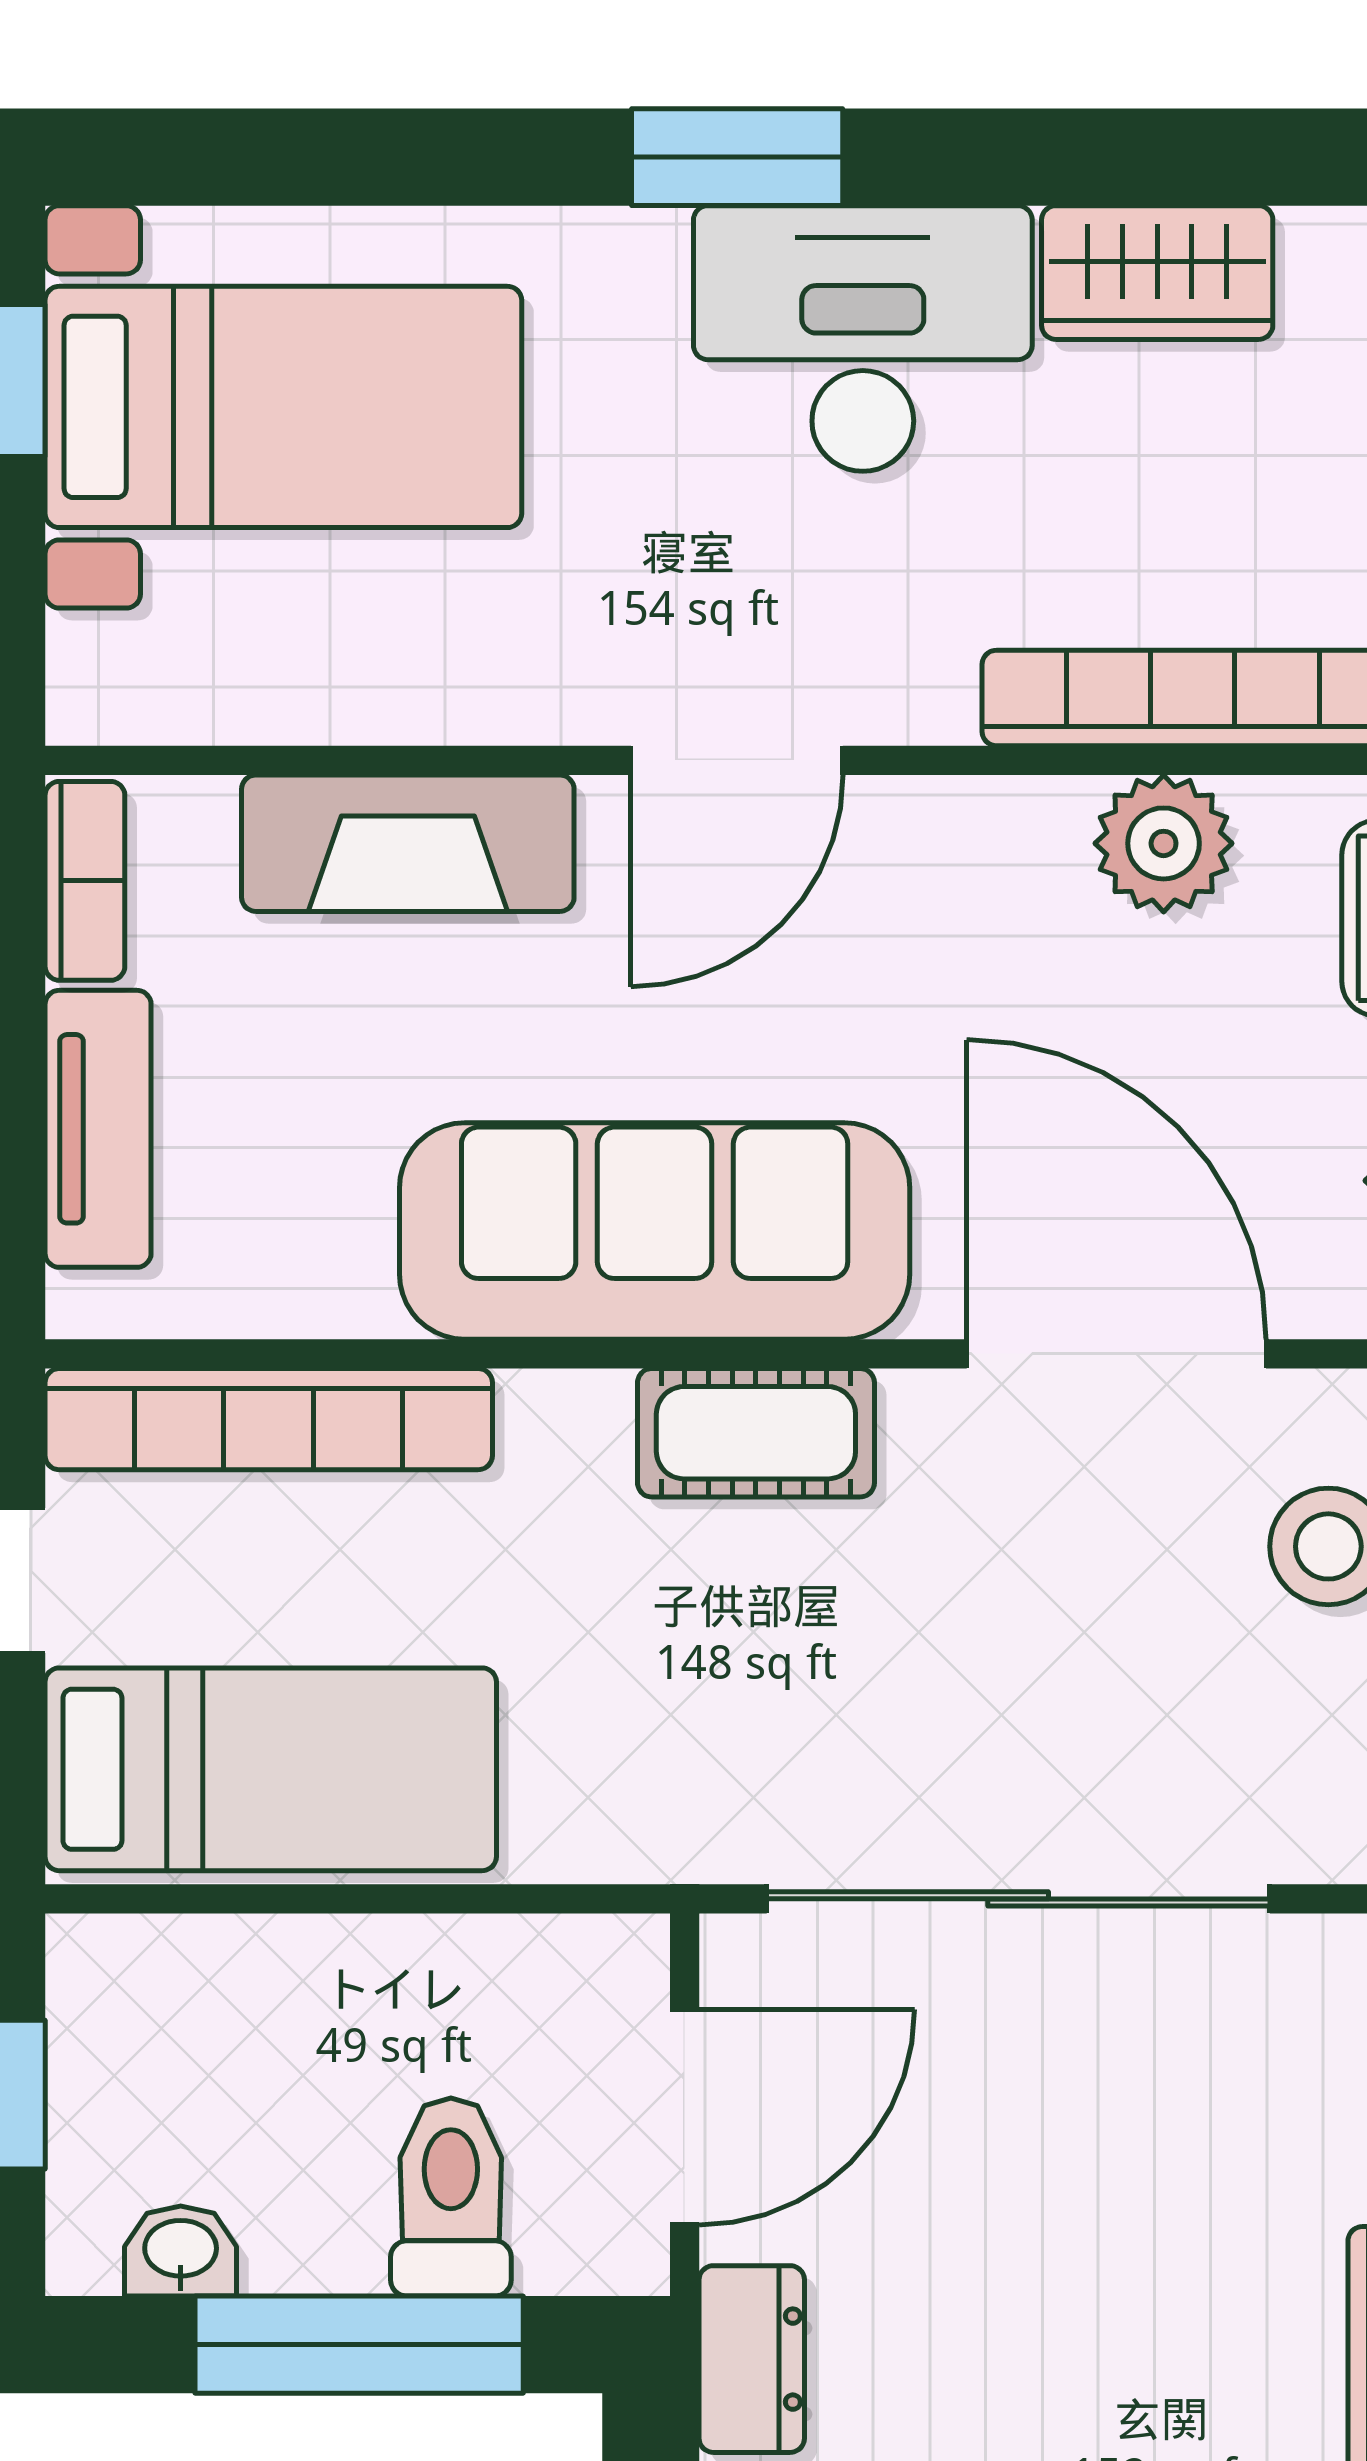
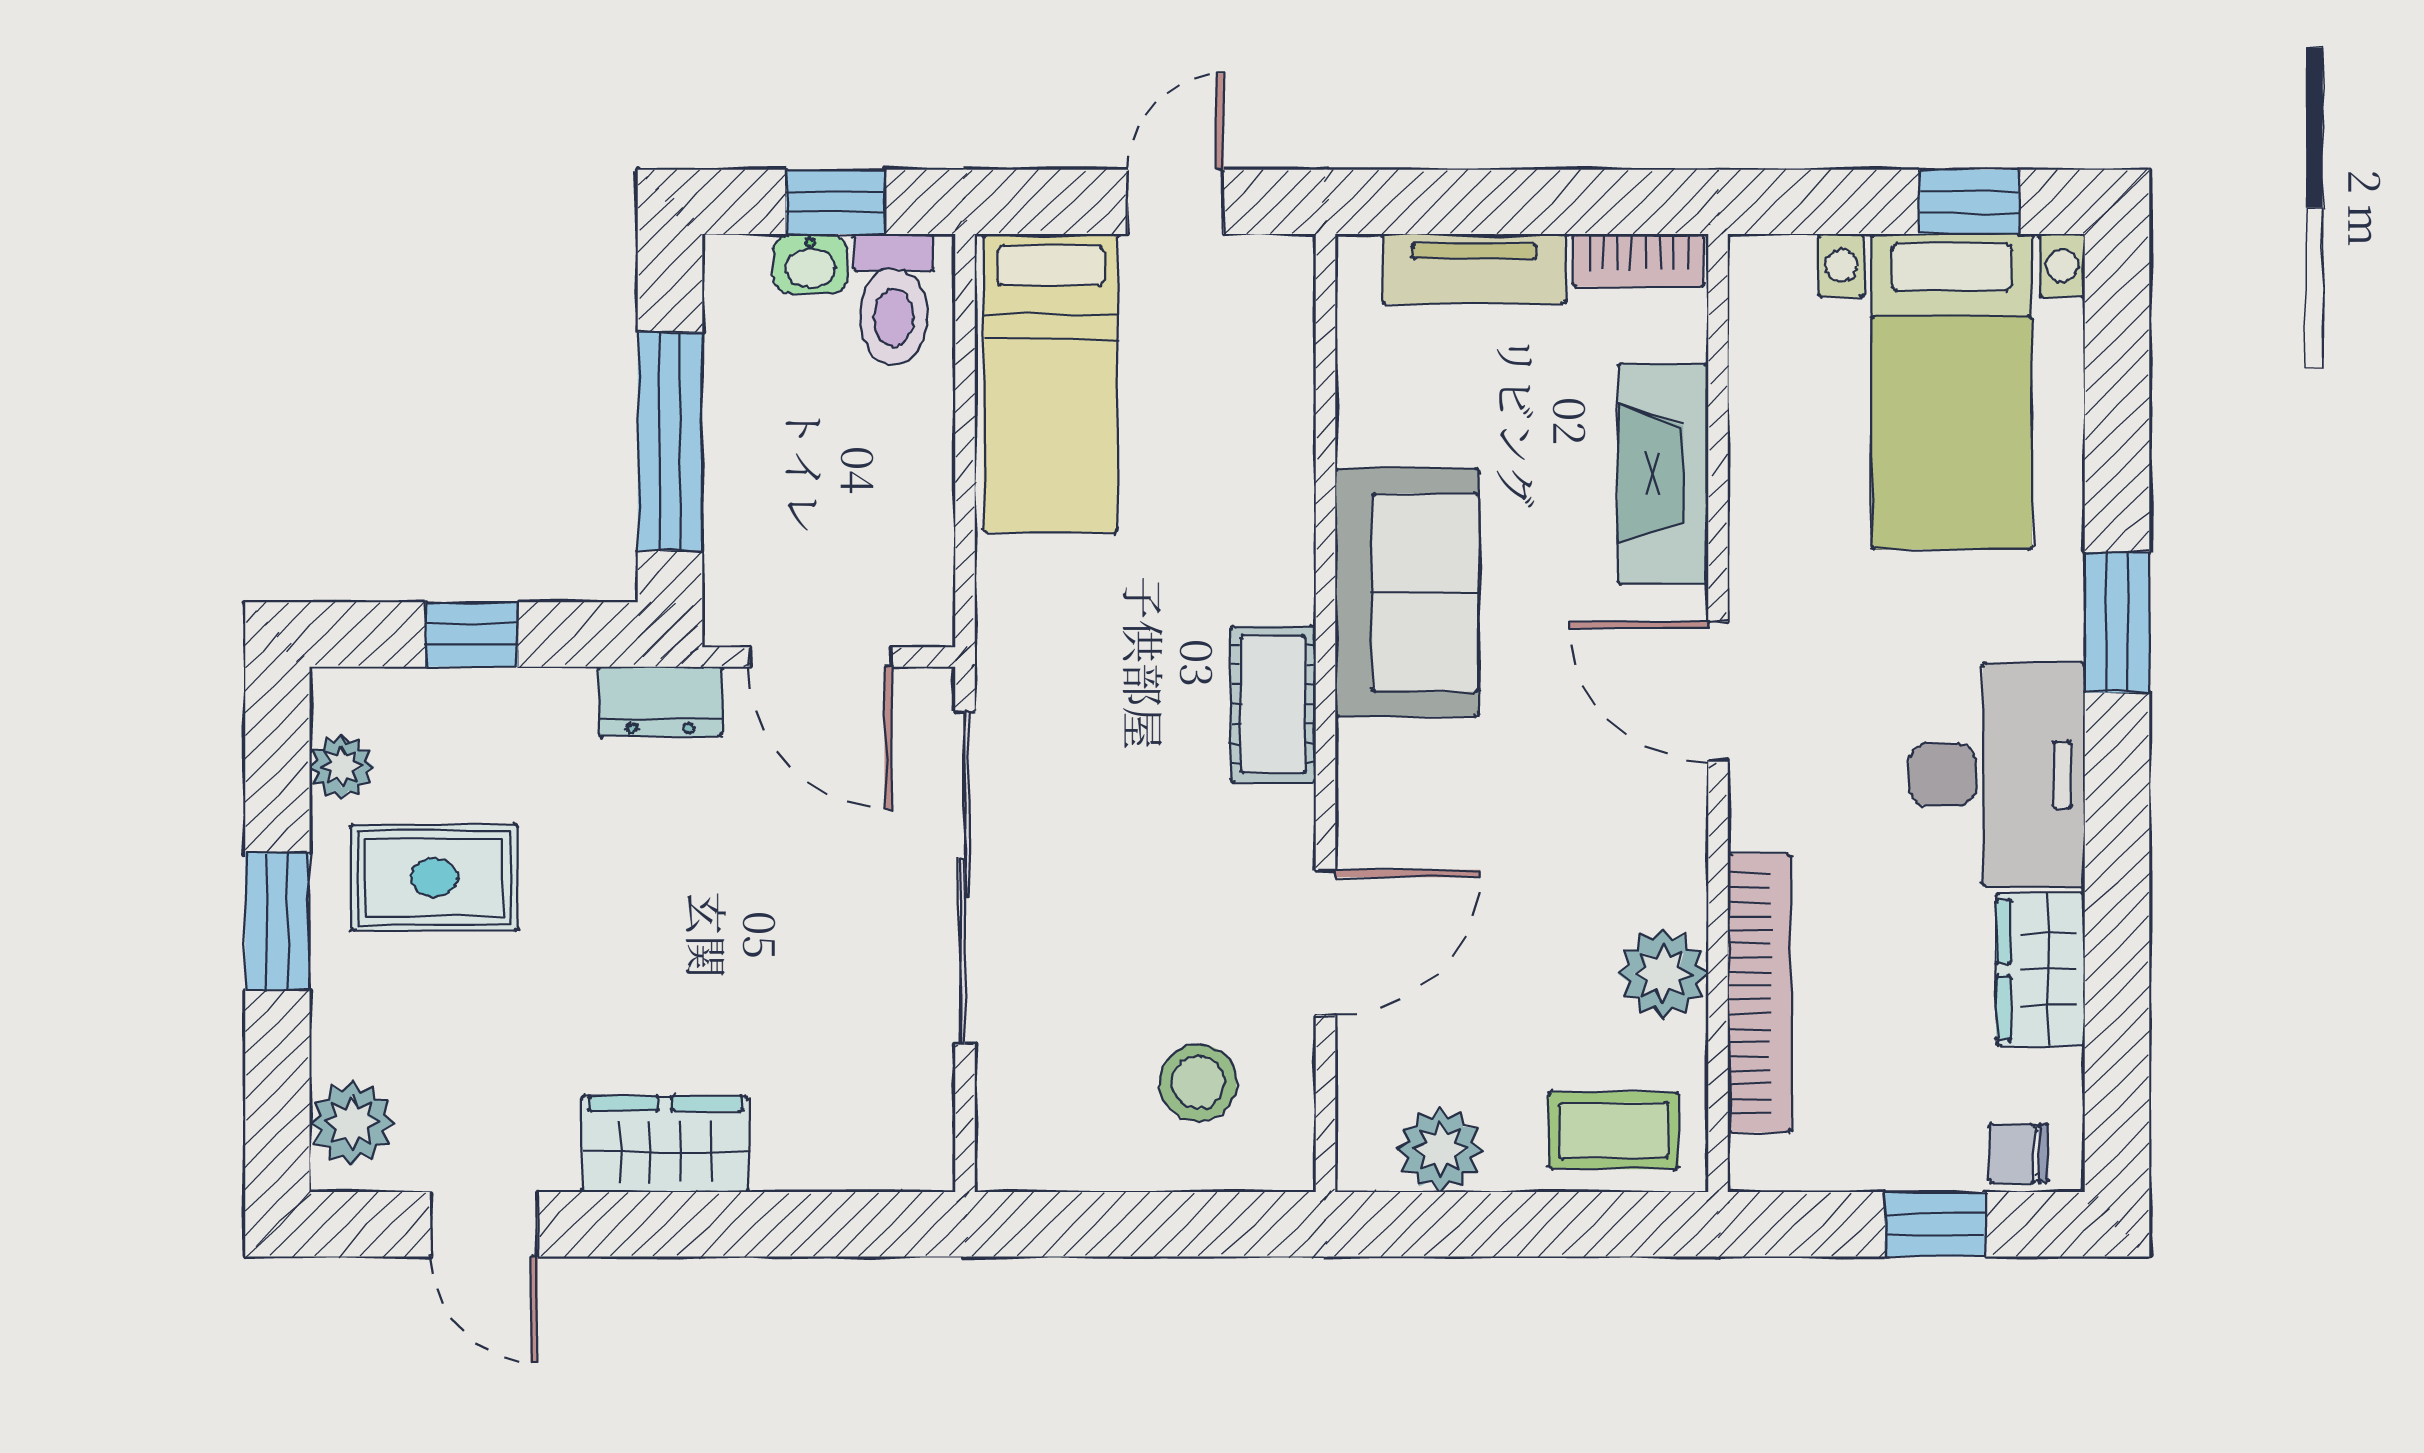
window: (737, 157) -> (2117, 622), moved
sofa: (655, 1231) -> (1407, 592), width x0.73
door: (1116, 1354) -> (1325, 943), width x0.73
bookcase: (269, 1419) -> (1282, 382), removed
toilet: (451, 2197) -> (894, 300), moved, turned 90
washbasin: (181, 2251) -> (810, 264), moved, turned 90

